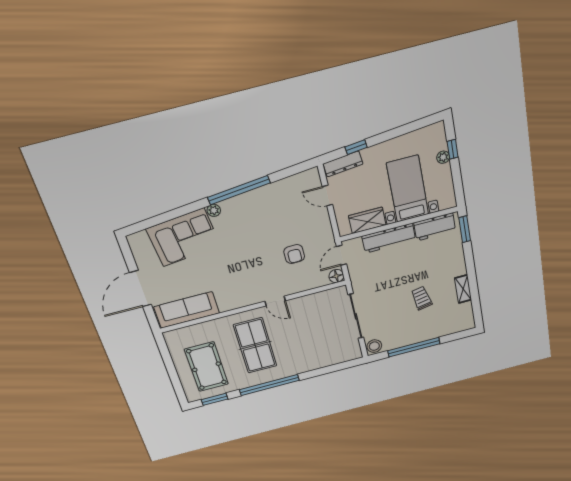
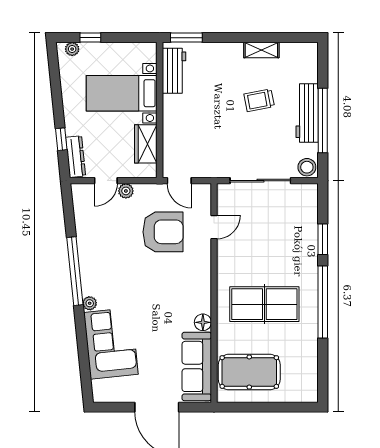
plant: (443, 157) -> (72, 49), moved
plant: (322, 215) -> (126, 191), added
workbench: (389, 238) -> (307, 113), moved, turned 180
armchair: (294, 254) -> (163, 232), width x1.88, depth x1.88
floor lamp: (336, 276) -> (203, 322), moved
door: (275, 301) -> (214, 227), moved
pool table: (207, 367) -> (249, 372), moved
window: (215, 399) -> (323, 239), moved

